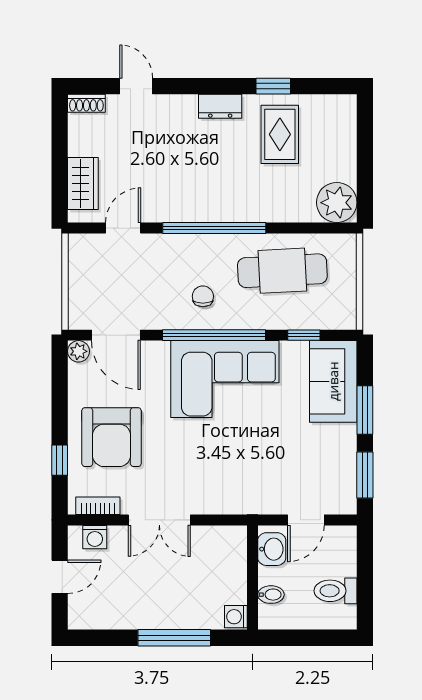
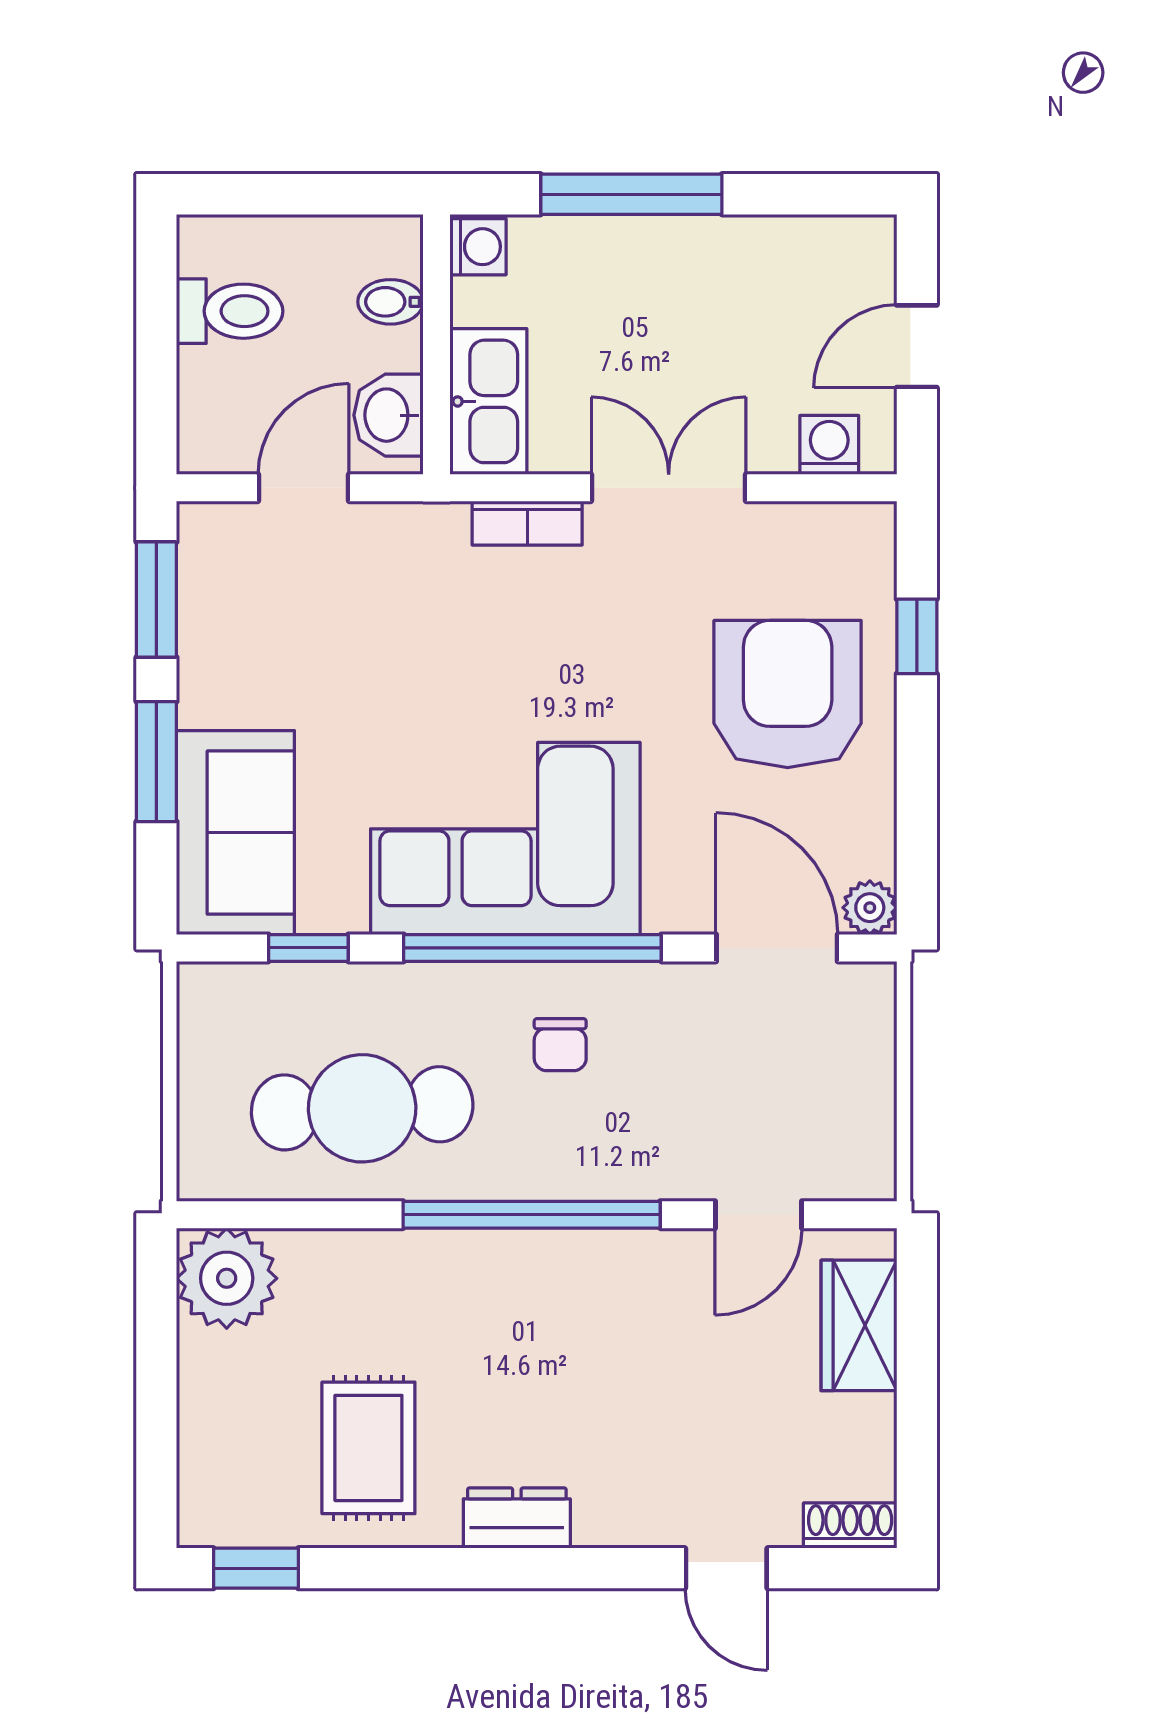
window: (273, 86) -> (256, 1568), moved
bookcase: (98, 506) -> (527, 523), moved
kitchen sink: (232, 555) -> (488, 401), added

